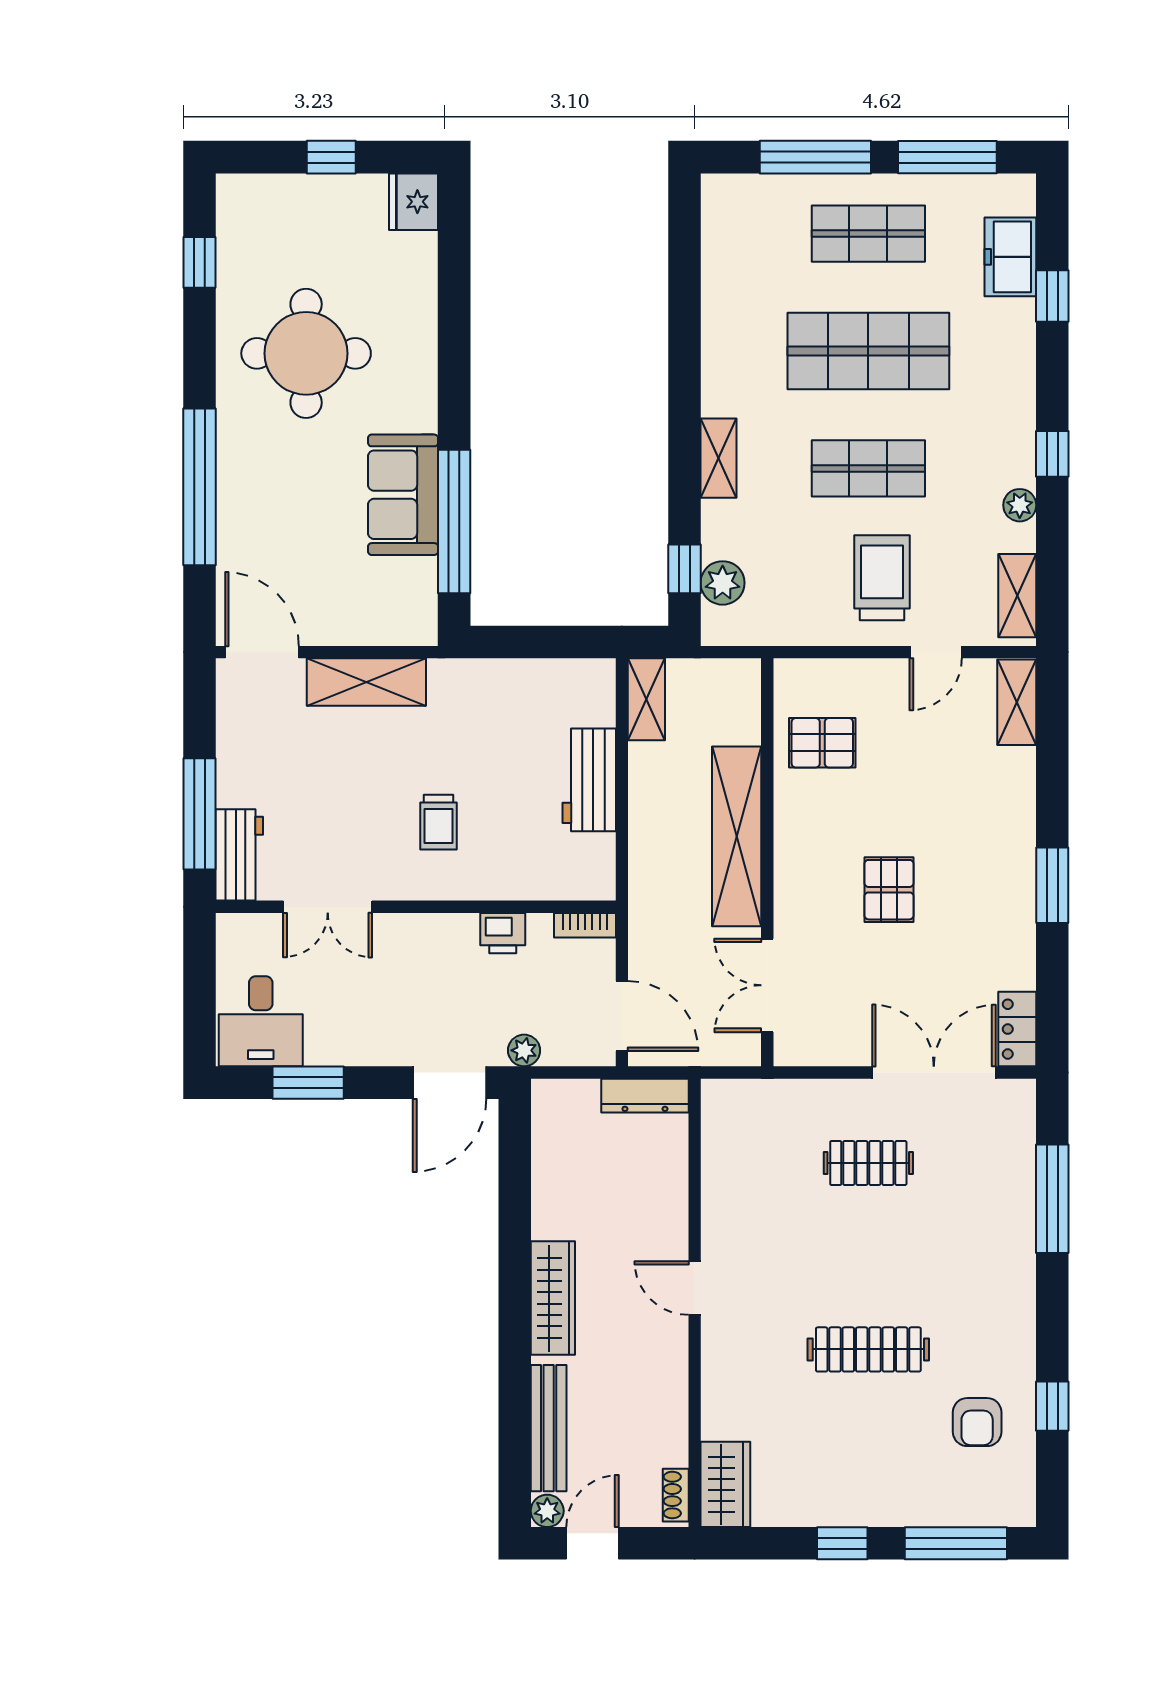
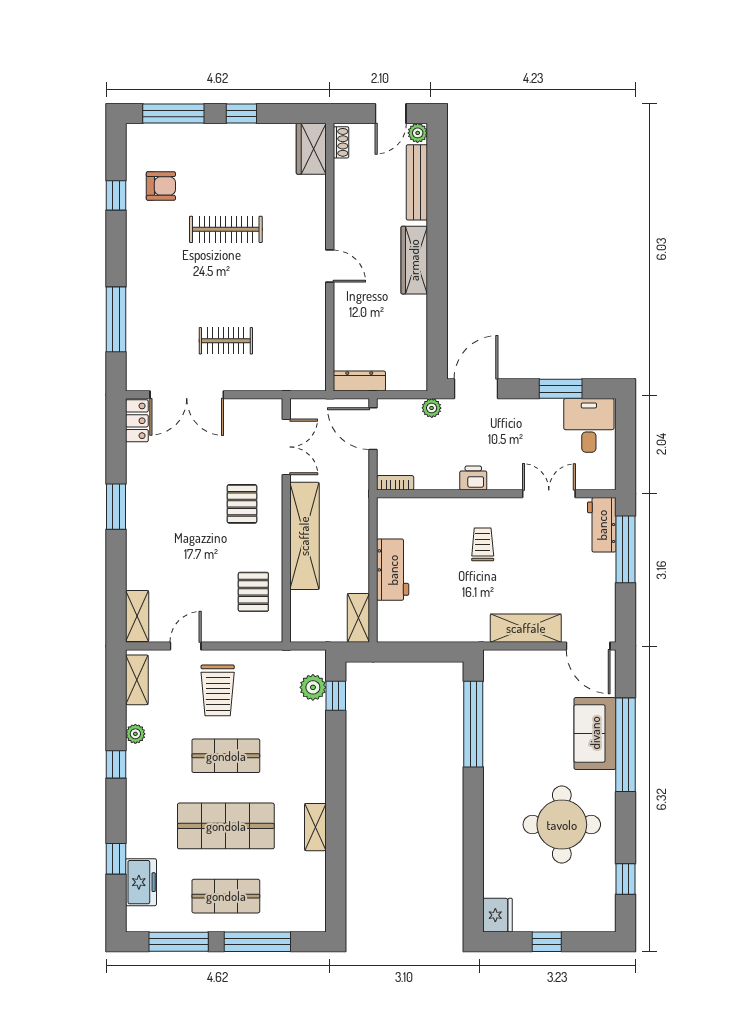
shelving: (718, 458) -> (315, 827), moved
sofa: (403, 495) -> (595, 733), moved, turned 180
pallet: (822, 743) -> (253, 592), turned 90
pallet: (889, 890) -> (242, 504), moved
printer: (503, 933) -> (473, 478), moved
armchair: (977, 1422) -> (161, 186), turned 90

